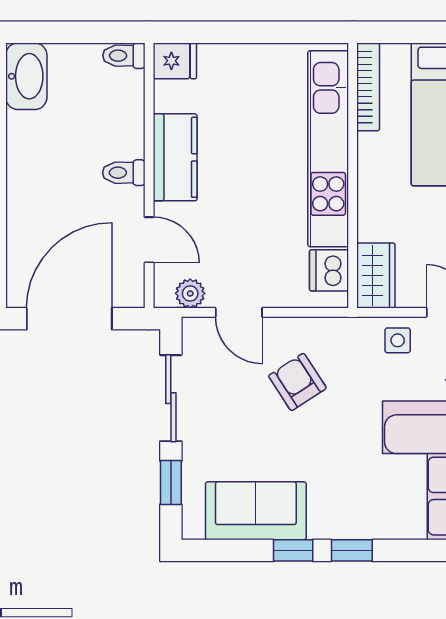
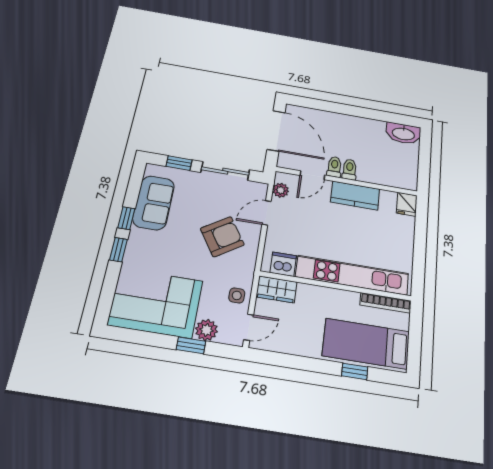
toilet: (124, 56) -> (334, 167), moved
armchair: (297, 382) -> (222, 237), width x1.38, depth x1.38

